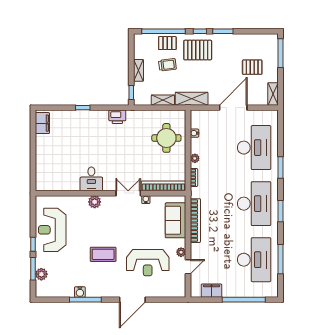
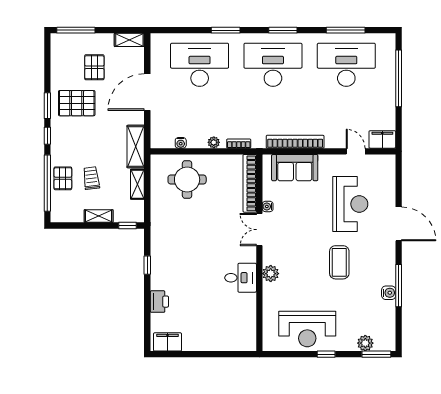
pallet: (198, 50) -> (77, 103), moved, turned 90
window: (83, 108) -> (147, 265), moved
door: (233, 108) -> (147, 92), hinge flipped
printer: (117, 117) -> (159, 302), moved
plant: (181, 252) -> (337, 160), removed
window: (33, 269) -> (376, 354), moved
filing cabinet: (211, 291) -> (382, 139), moved, turned 90

